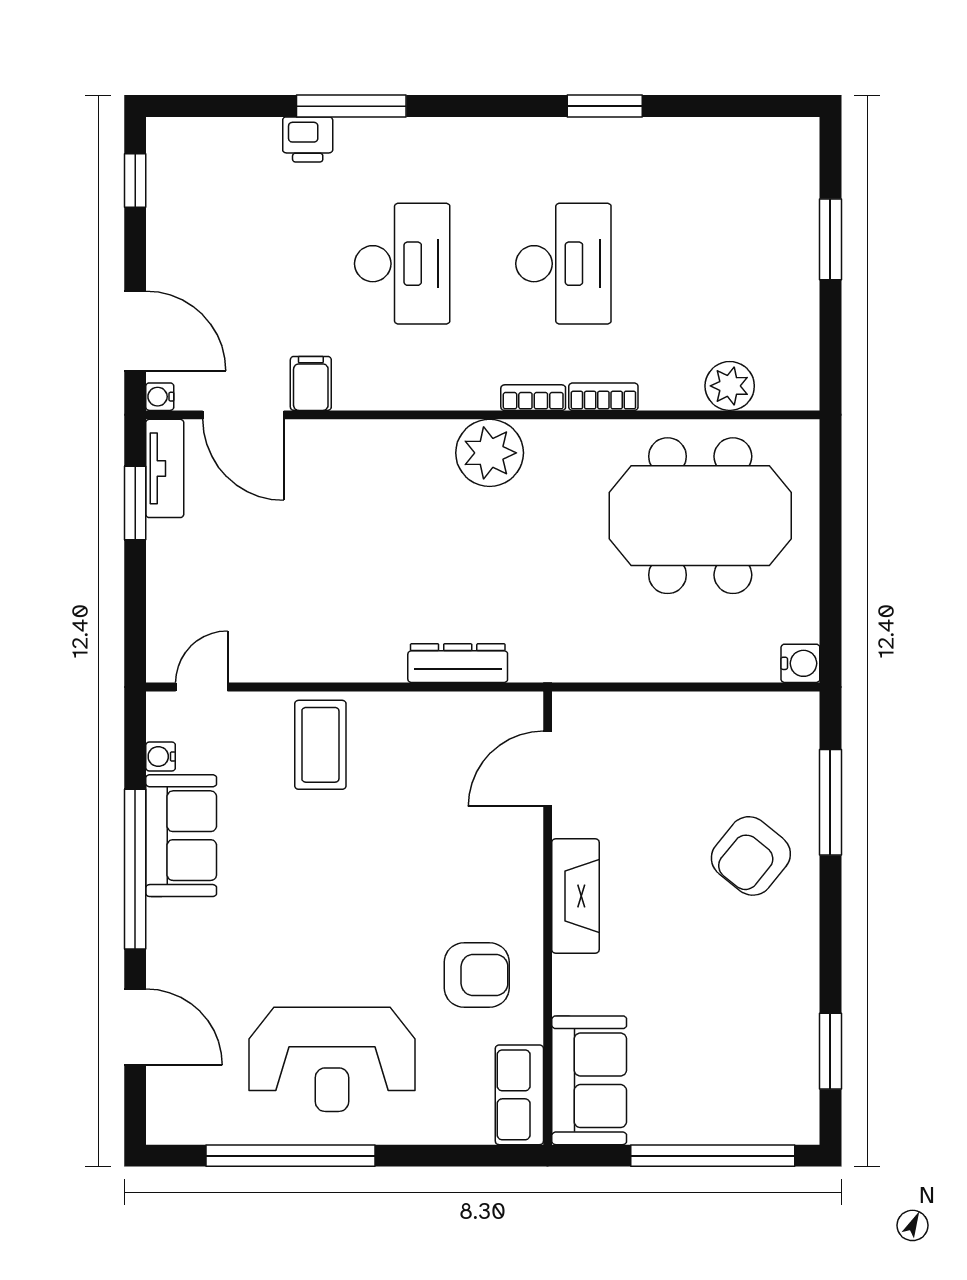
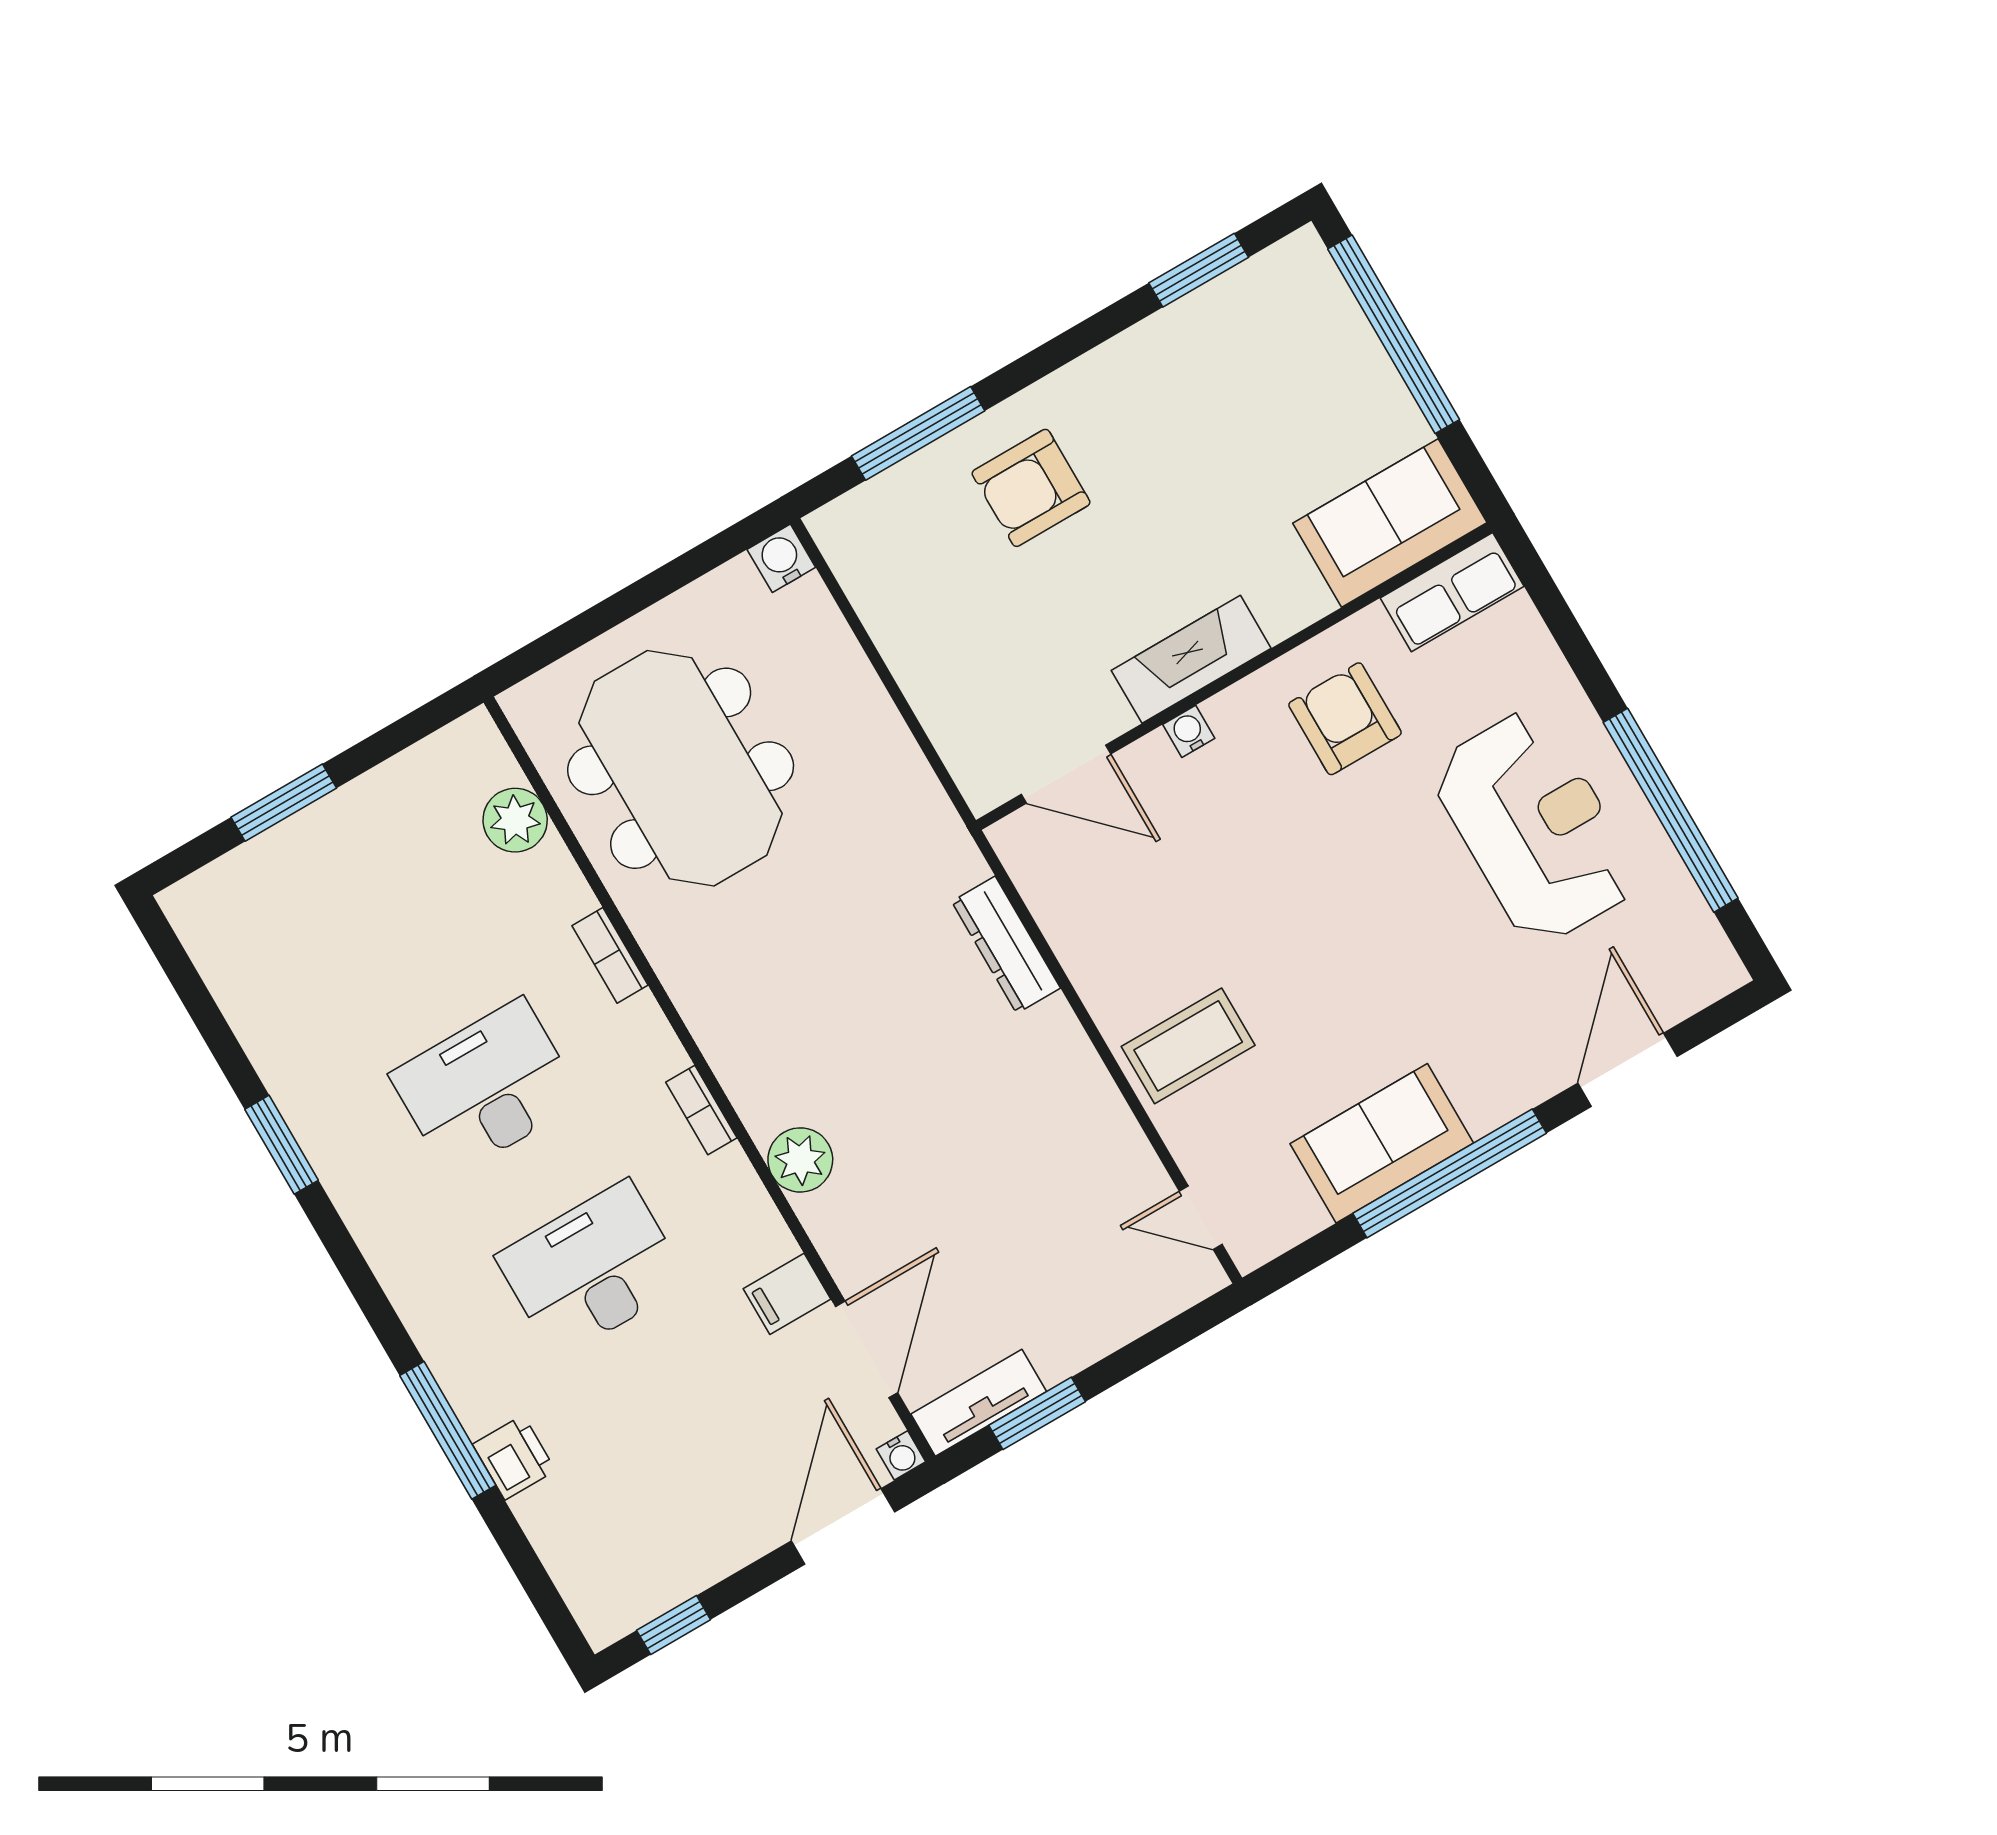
bookcase: (533, 398) -> (701, 1110), moved
plant: (490, 453) -> (800, 1160), moved, width x0.73, depth x0.73
water cooler: (161, 757) -> (1189, 731), moved, turned 180
armchair: (751, 856) -> (1031, 488), turned 141

